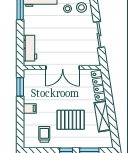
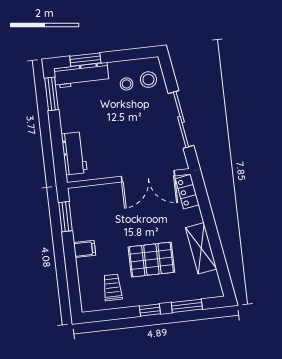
sliding door: (99, 35) -> (181, 120), width x1.37
double door: (63, 68) -> (148, 176), moved
locker: (99, 85) -> (187, 192), width x0.66

